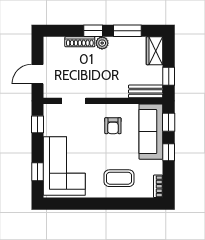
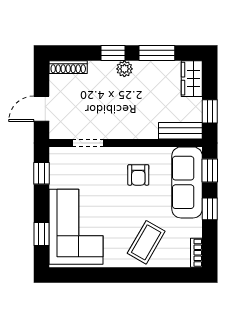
shoe rack: (80, 42) -> (68, 67), moved
coffee table: (119, 178) -> (146, 242), turned -60

